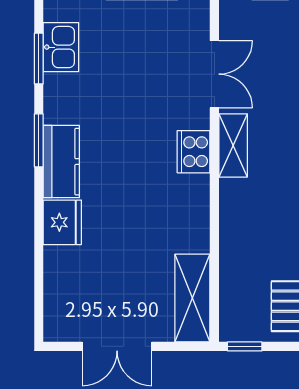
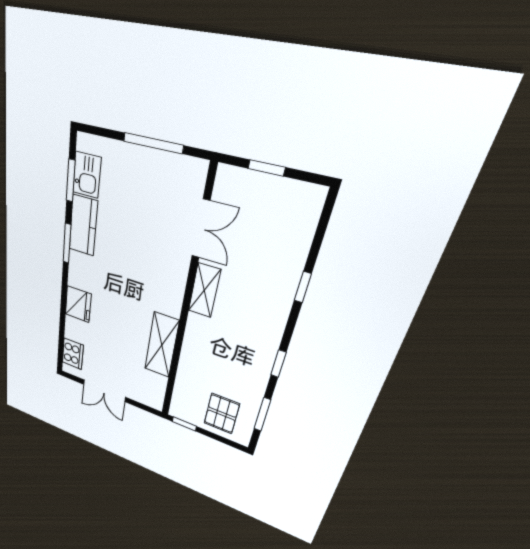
cooker: (194, 152) -> (73, 354), moved, turned 180
kitchen counter: (61, 162) -> (83, 225), moved
shelving: (192, 298) -> (162, 345), moved

